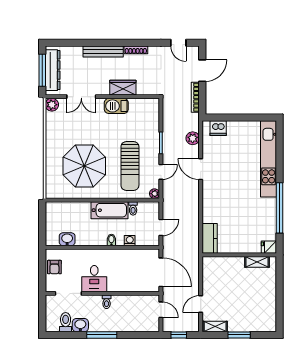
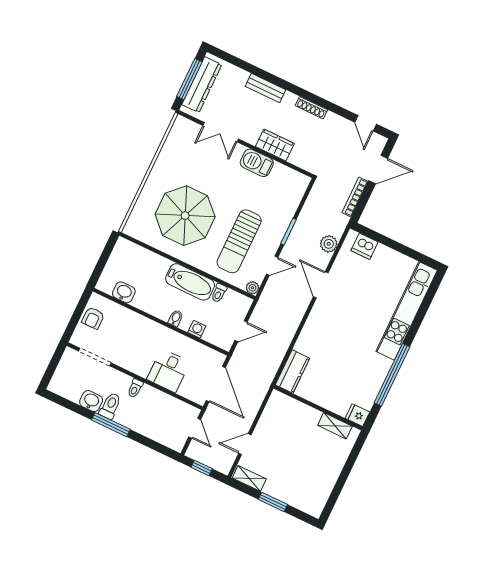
bench: (103, 51) -> (265, 88), width x0.73
plant: (52, 105) -> (181, 125), removed
desk: (94, 279) -> (168, 371), moved
toilet: (66, 322) -> (110, 406), moved

